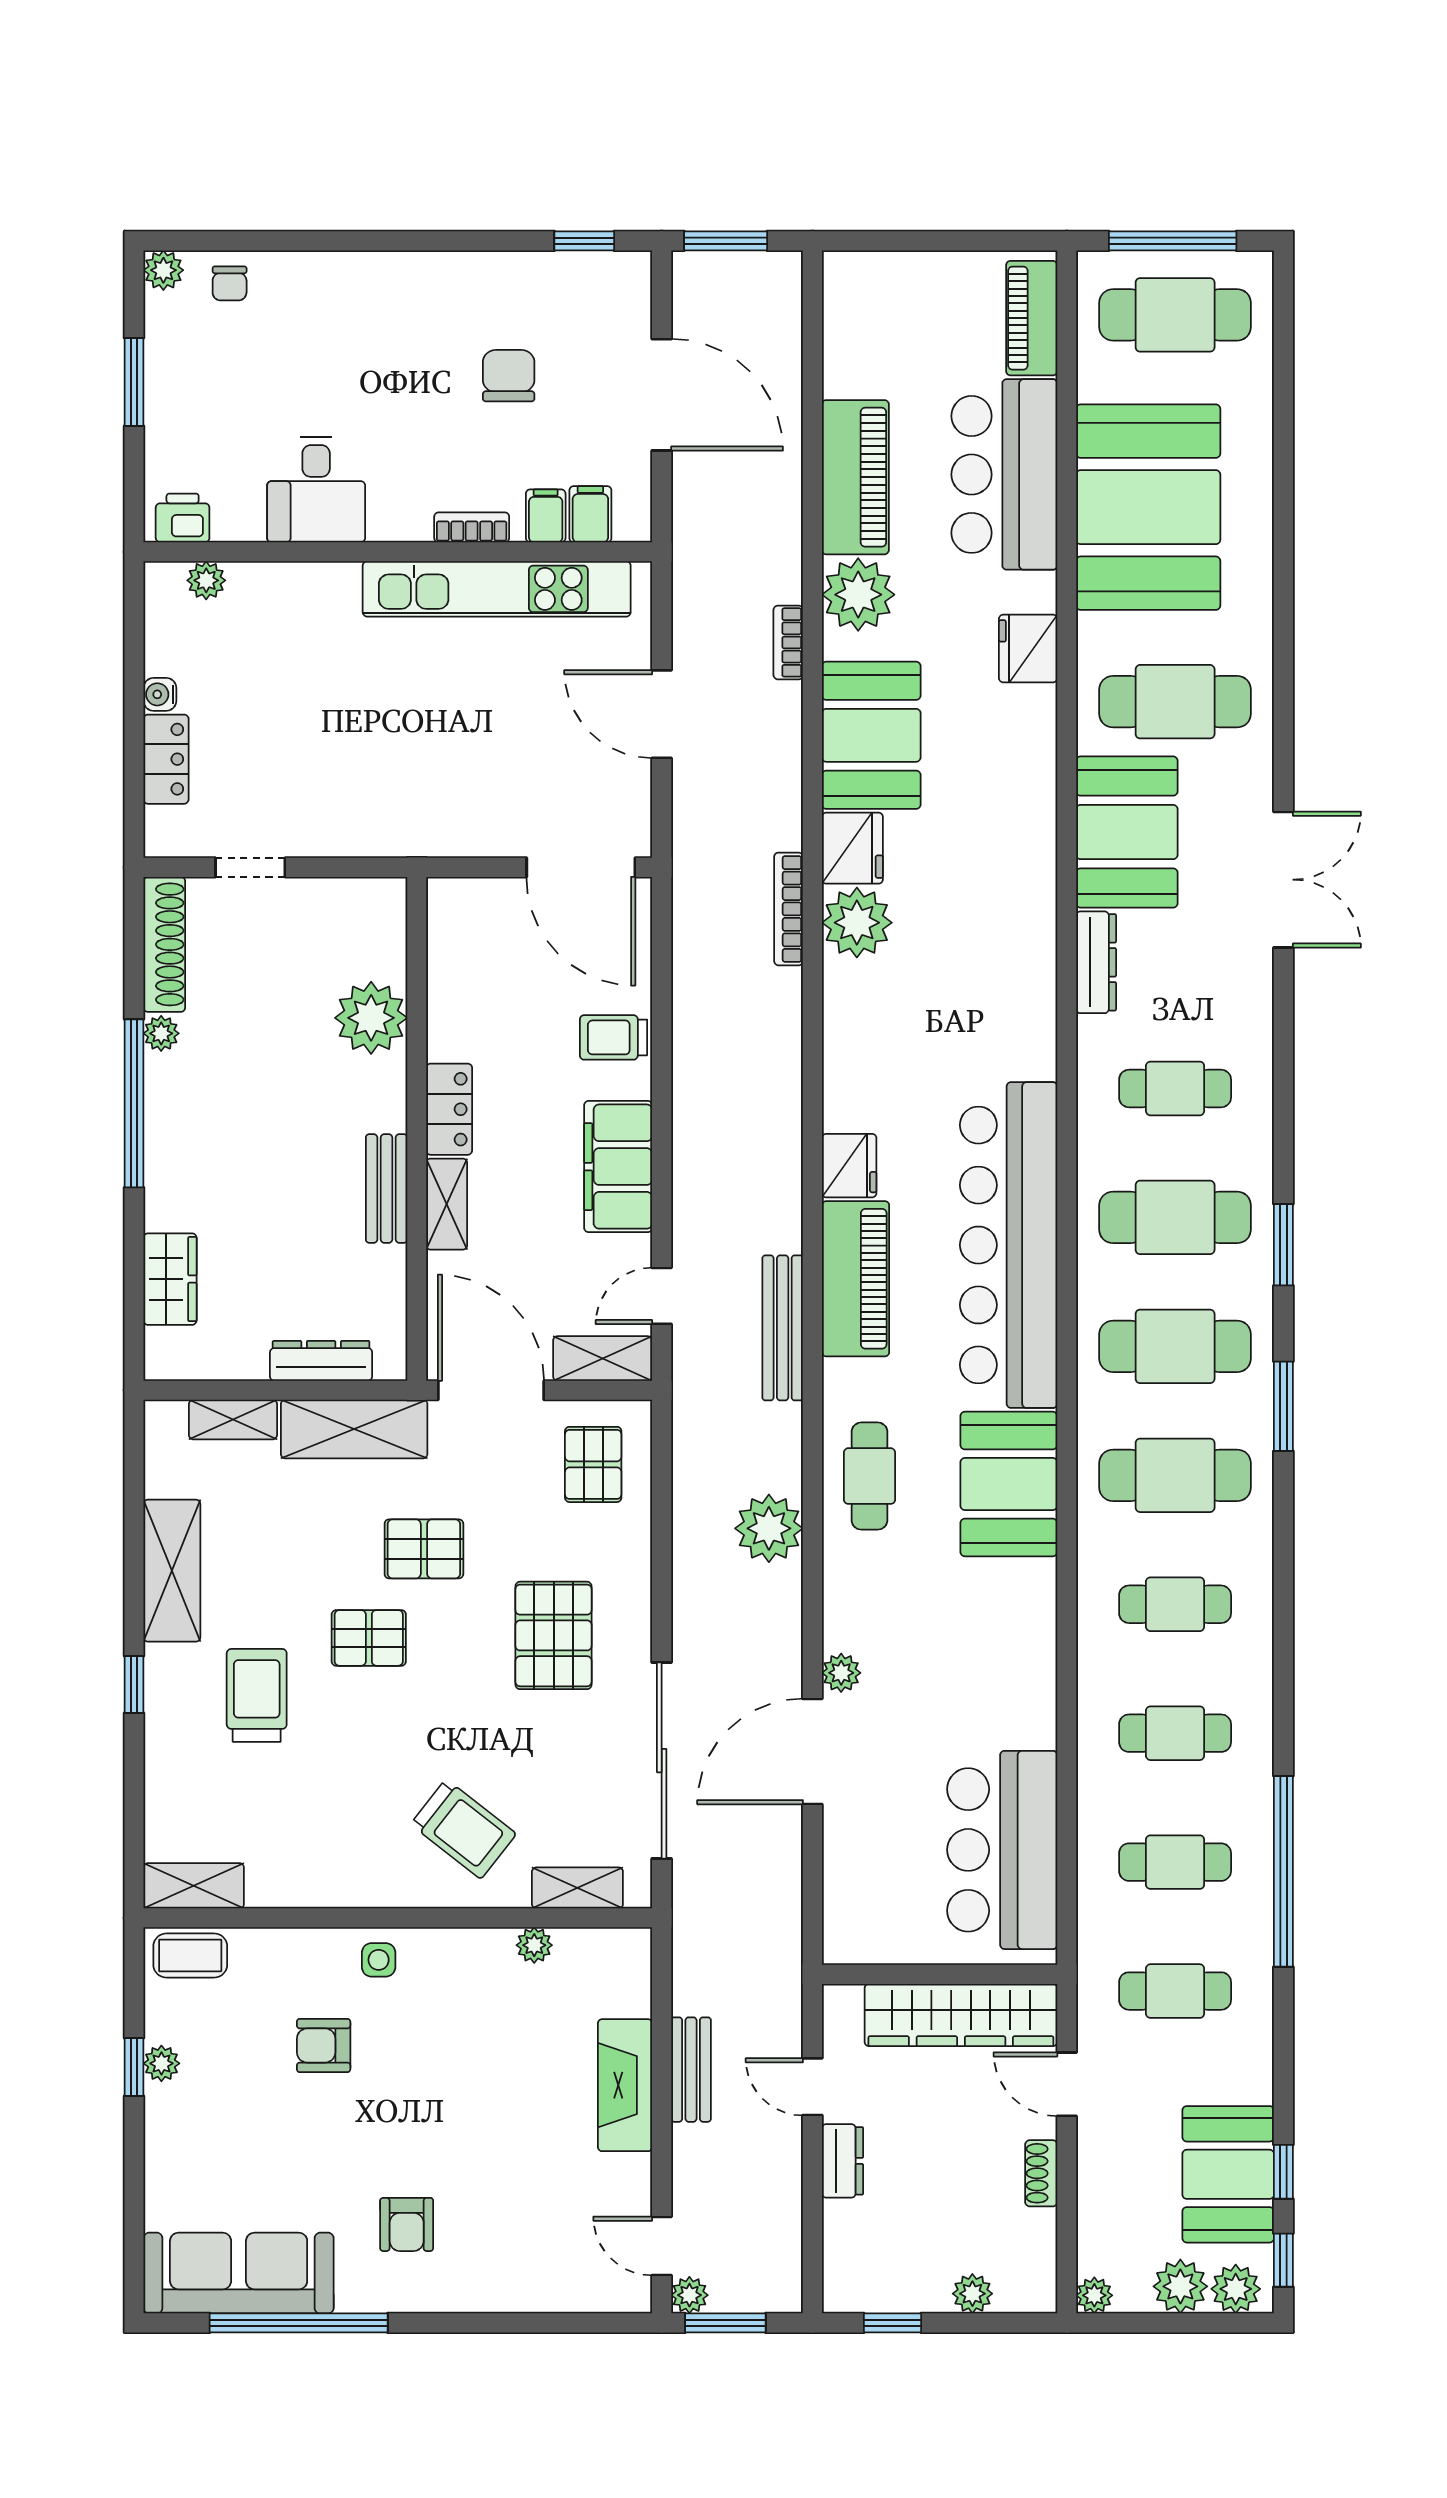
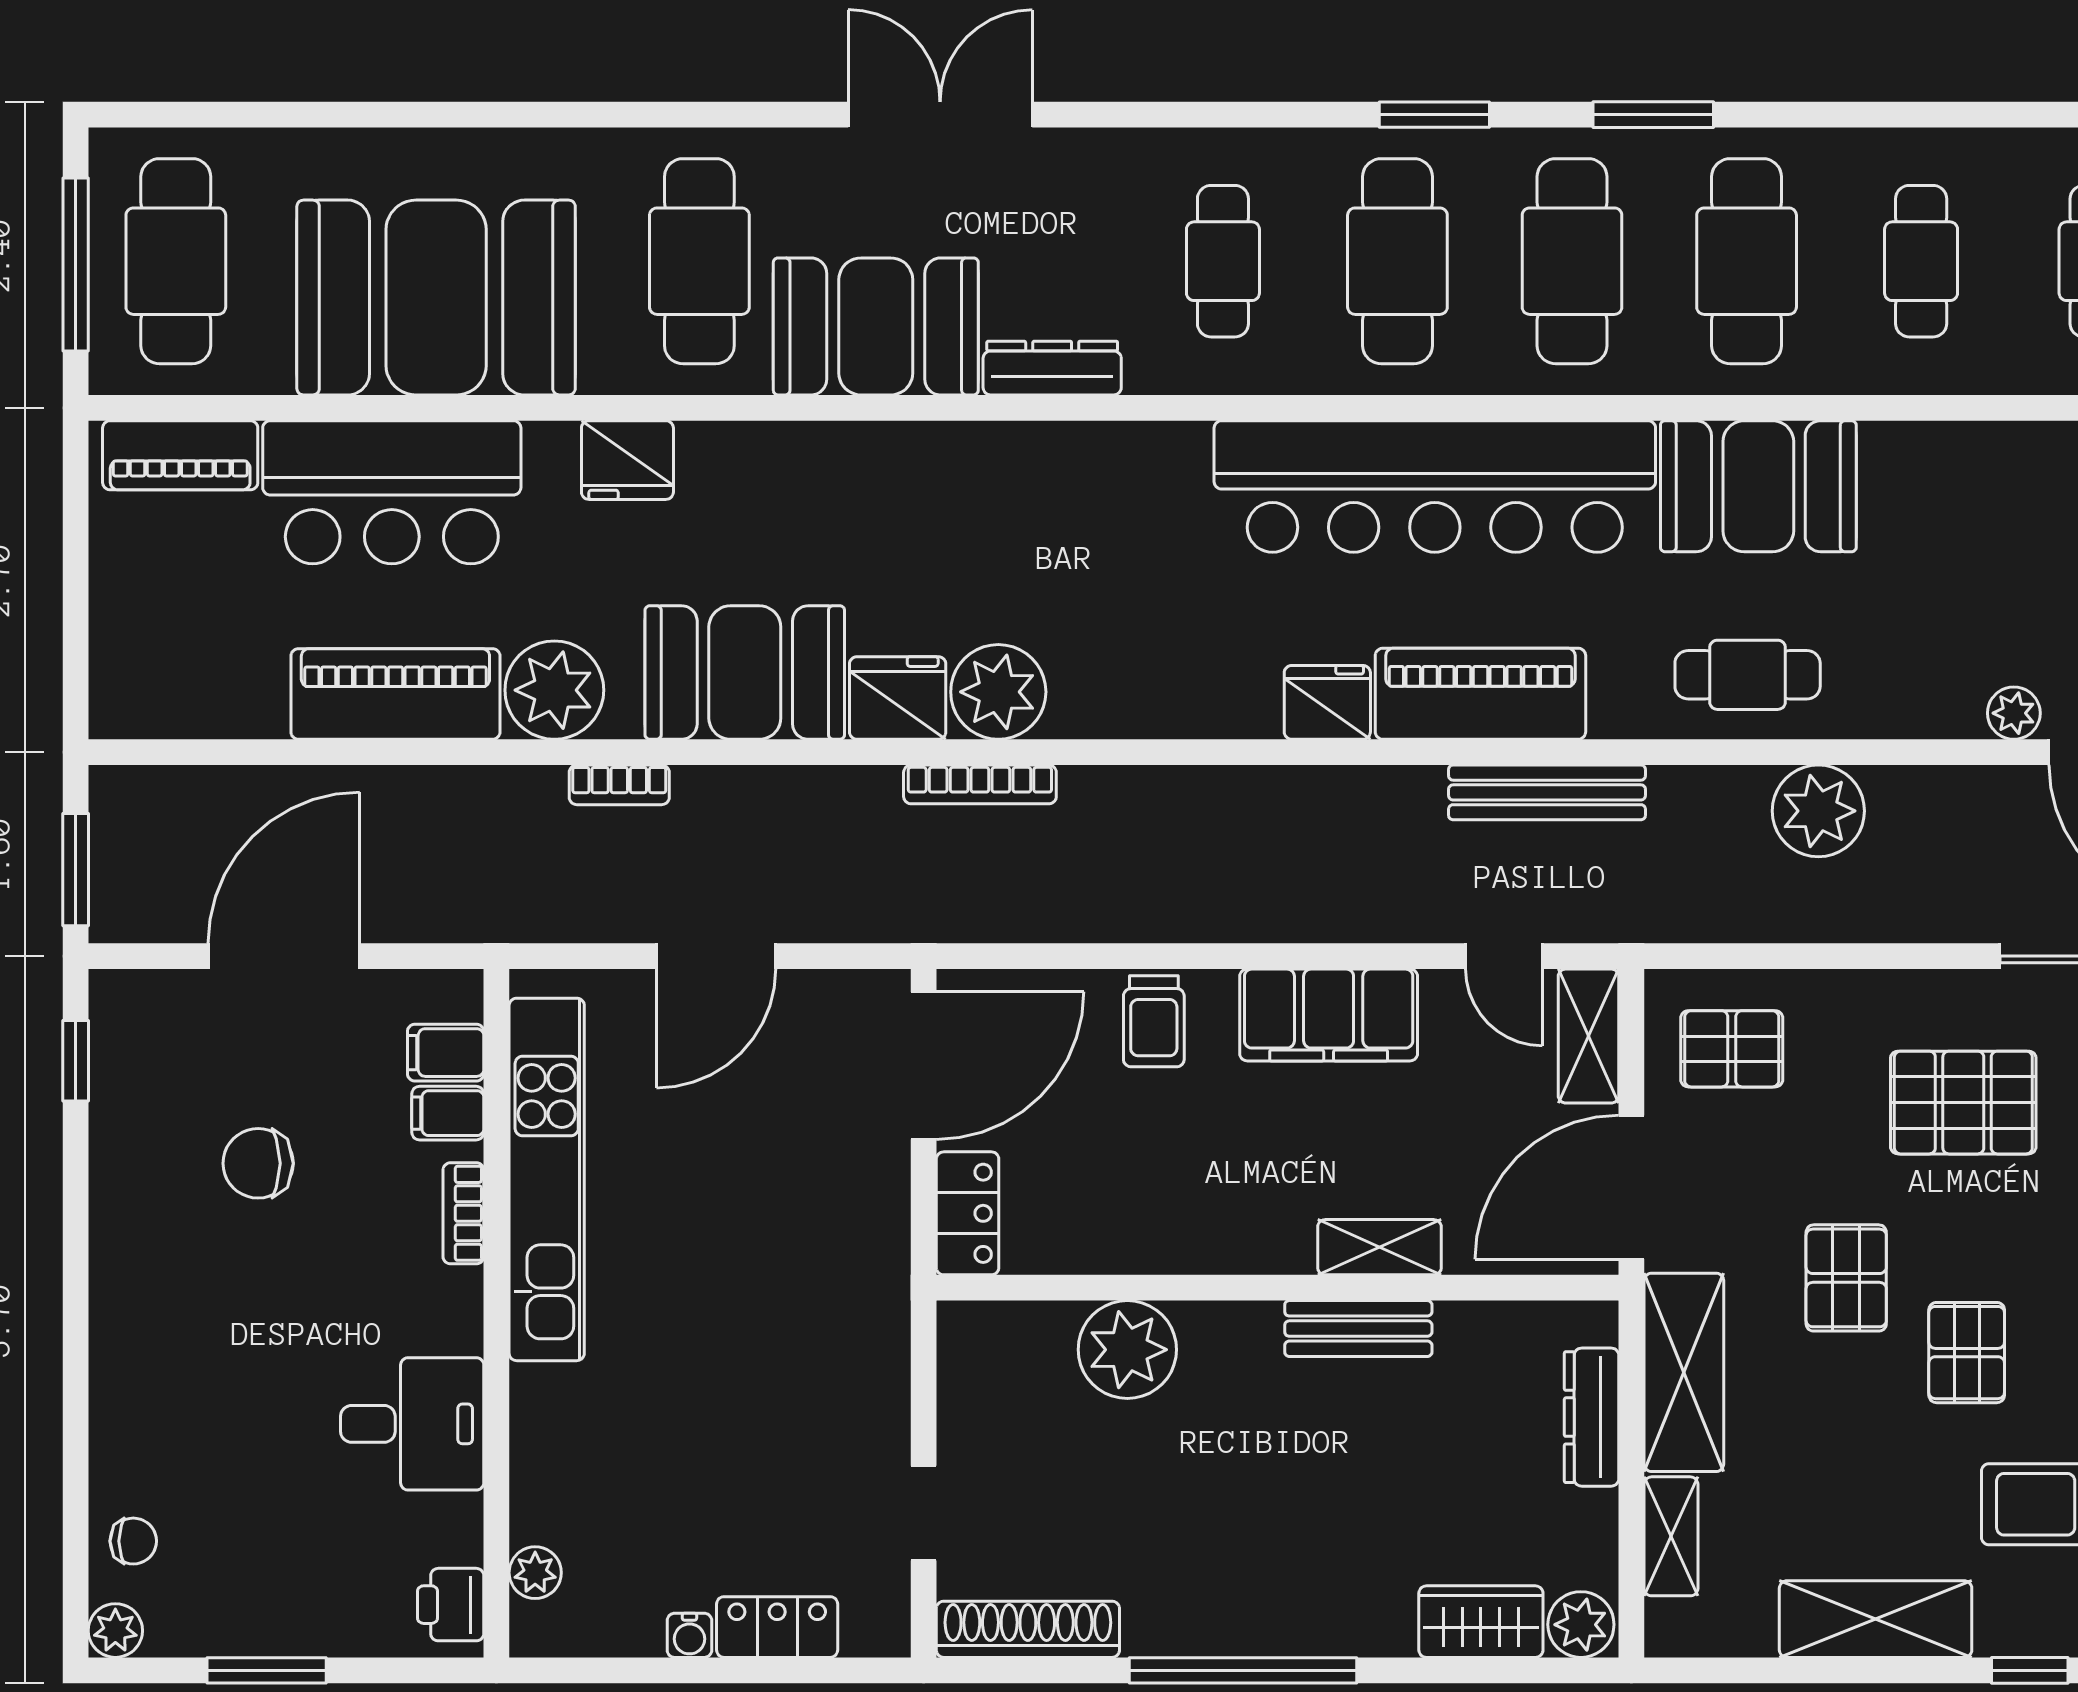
plant: (161, 1033) -> (1581, 1625), moved, width x1.38, depth x1.38
locker: (449, 1109) -> (968, 1213), moved, turned 90

